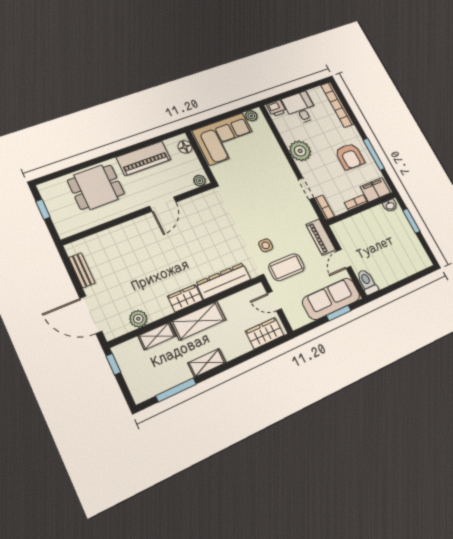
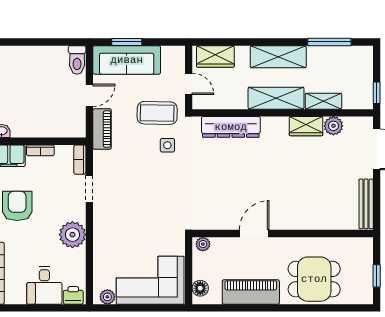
bench: (82, 270) -> (366, 204), width x1.36
wardrobe: (185, 298) -> (306, 126), moved
shelving: (207, 363) -> (278, 57), width x1.50, depth x1.33

